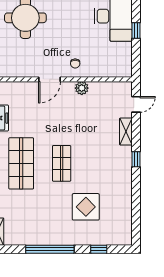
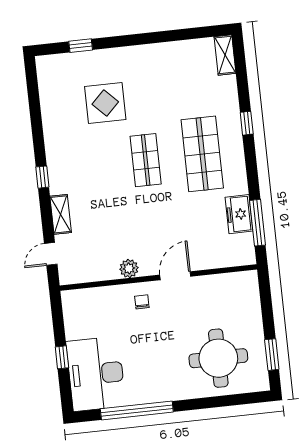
window: (50, 249) -> (149, 38), removed

